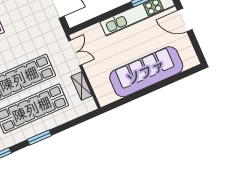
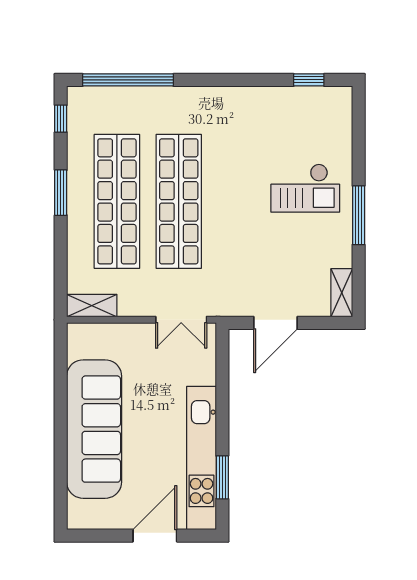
shelving: (82, 86) -> (92, 306), moved

